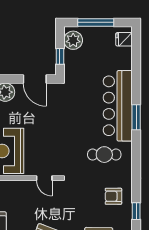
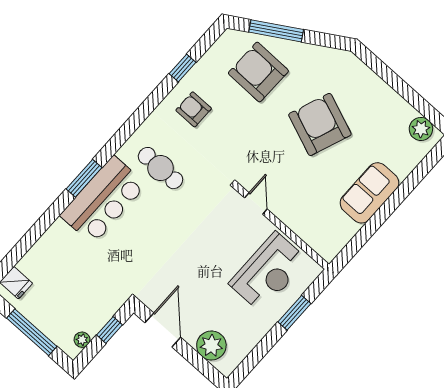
plant: (73, 40) -> (82, 340), width x0.53, depth x0.53
bar counter: (118, 106) -> (103, 200), width x0.73
armchair: (113, 196) -> (194, 109), turned 180

